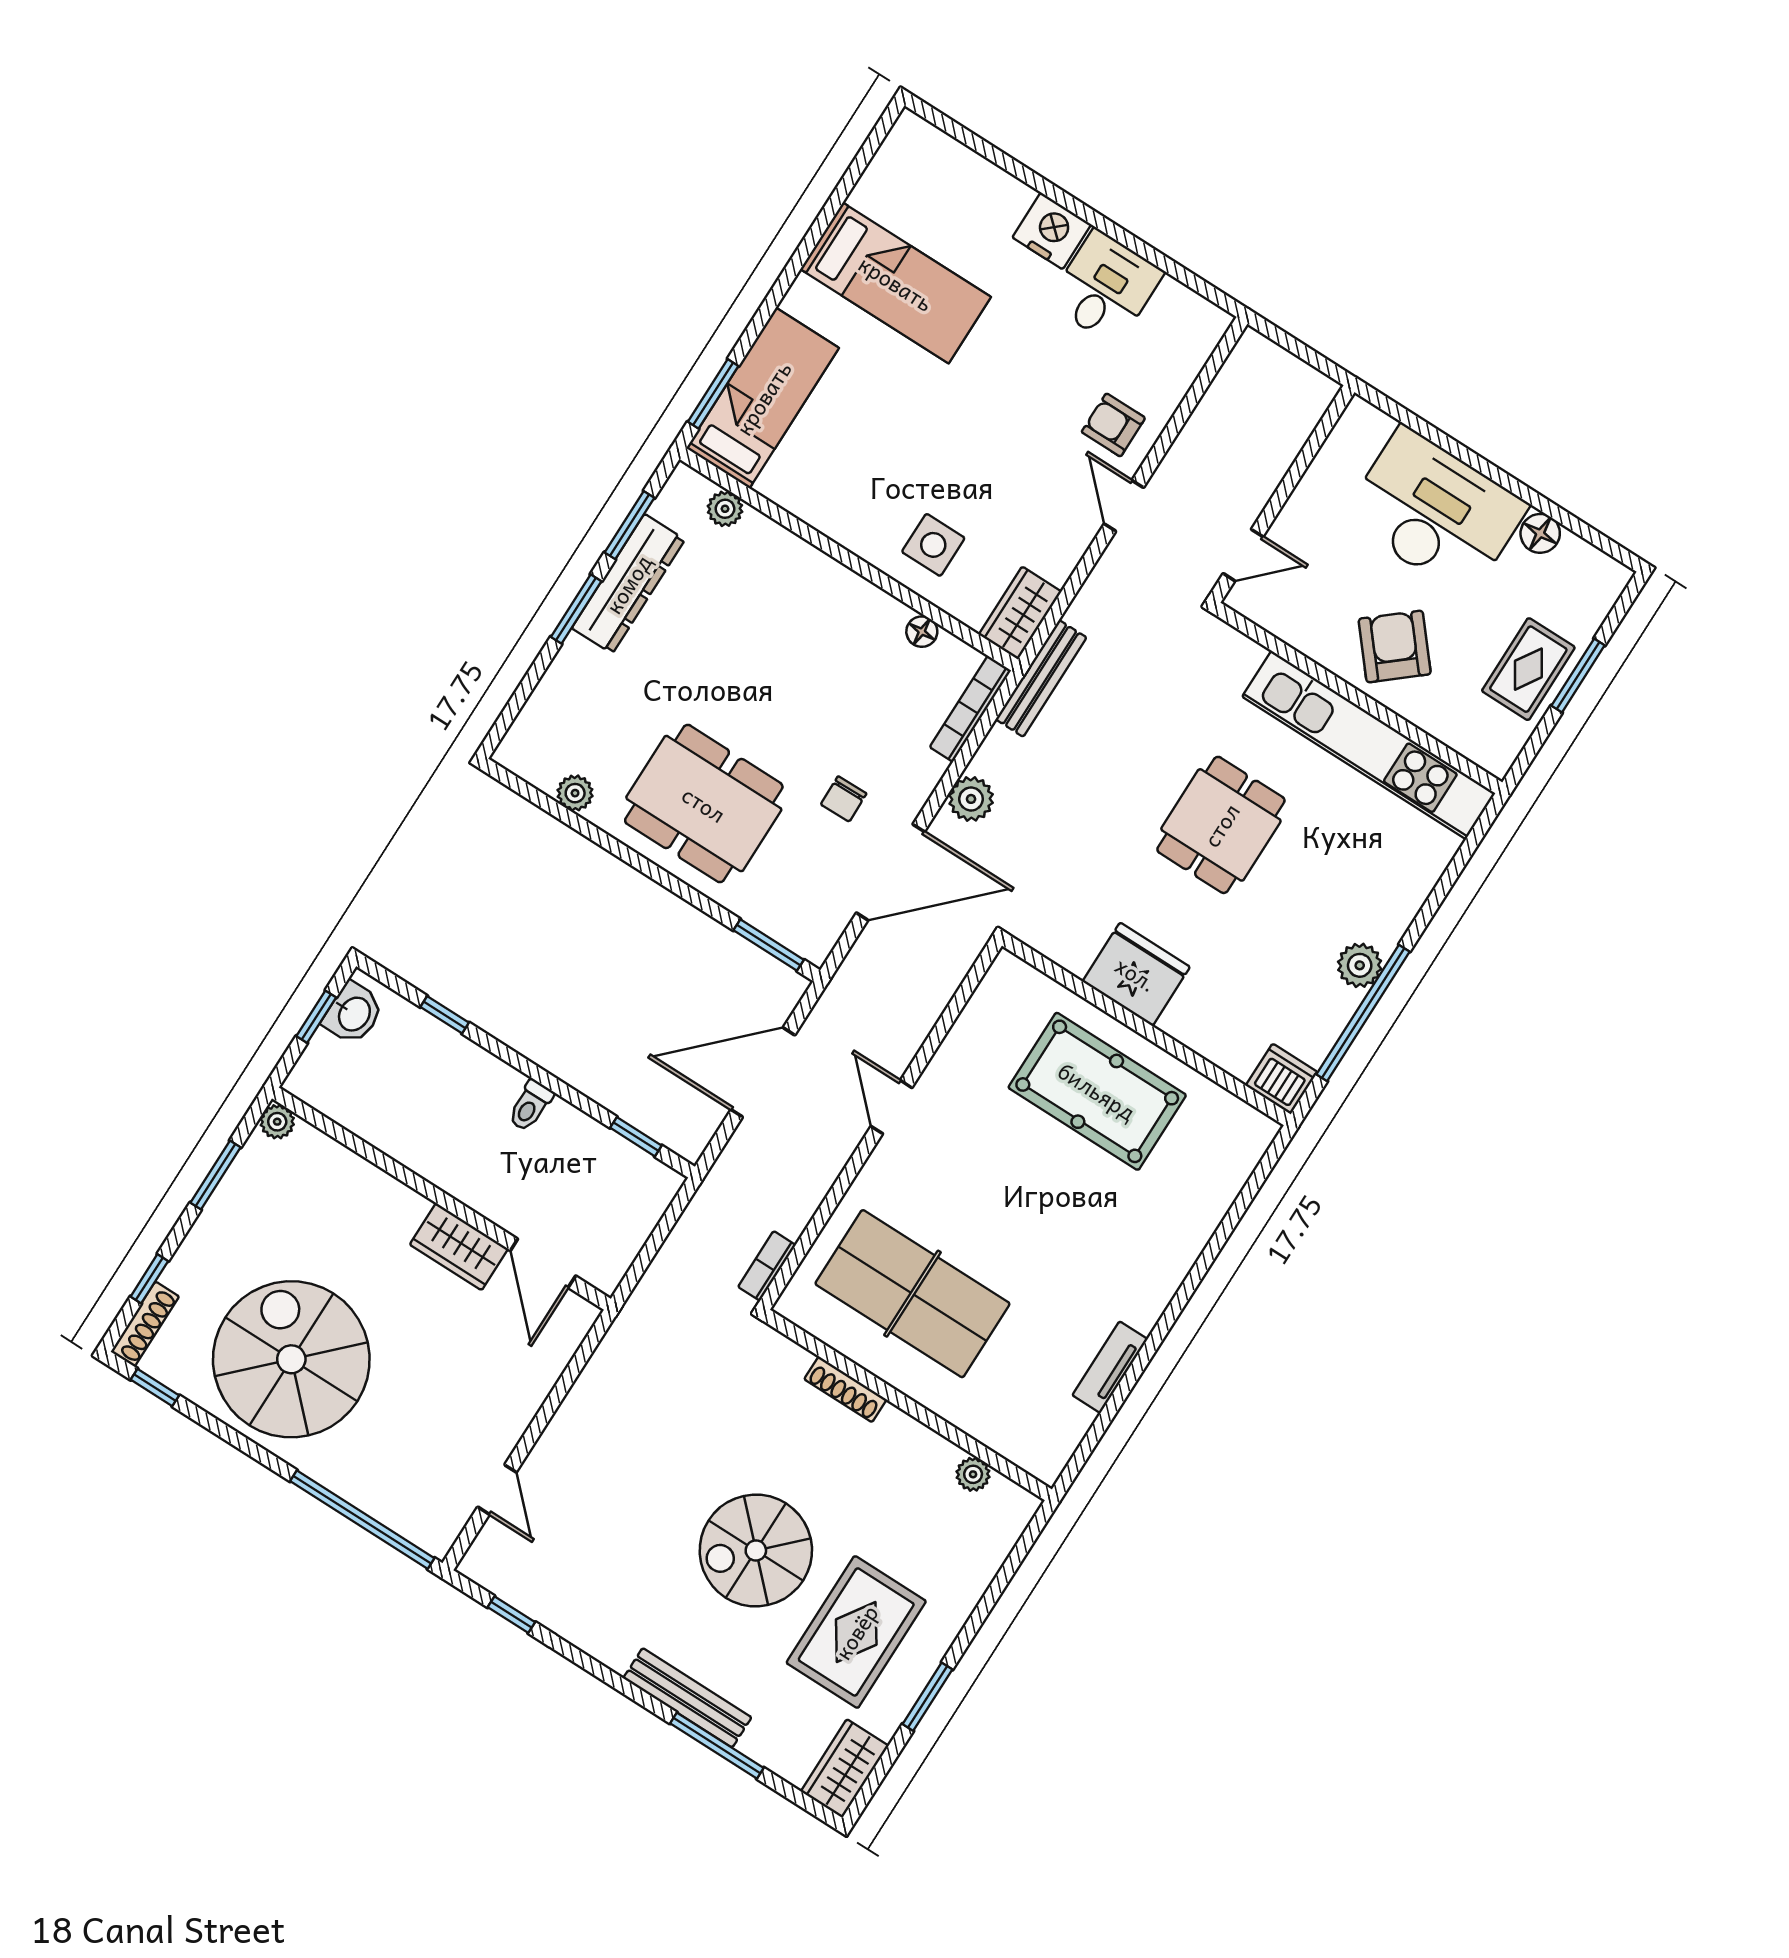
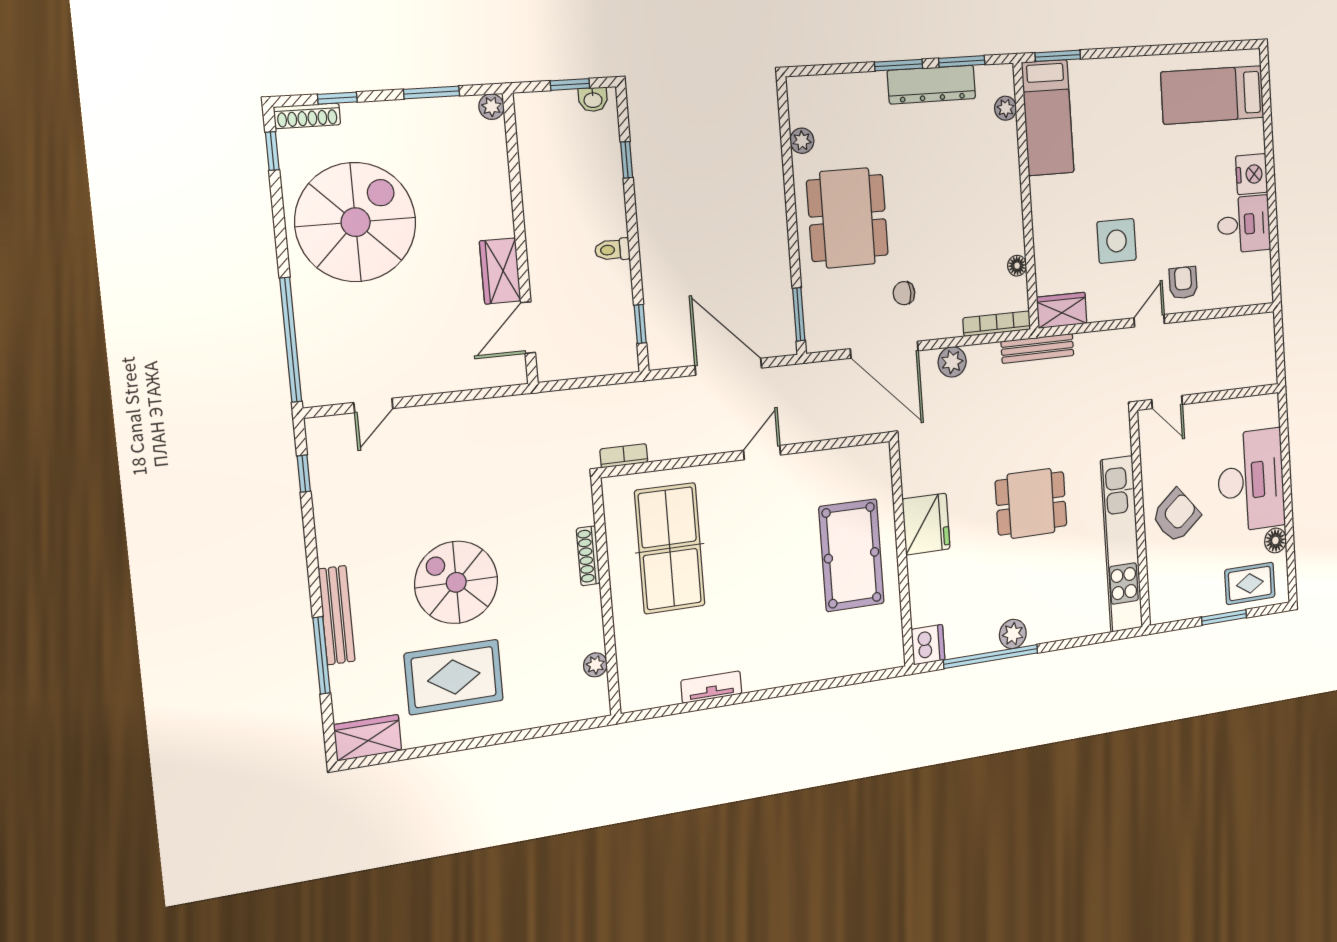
bed: (896, 283) -> (1213, 95), moved, turned 90
bed: (763, 398) -> (1048, 118), moved, turned 90
side table: (933, 545) -> (1117, 241), moved, width x1.37, depth x1.37
rug: (1528, 669) -> (1250, 583), moved
washbasin: (353, 1013) -> (593, 100), width x0.72, depth x0.69
window: (927, 1697) -> (448, 747), removed

